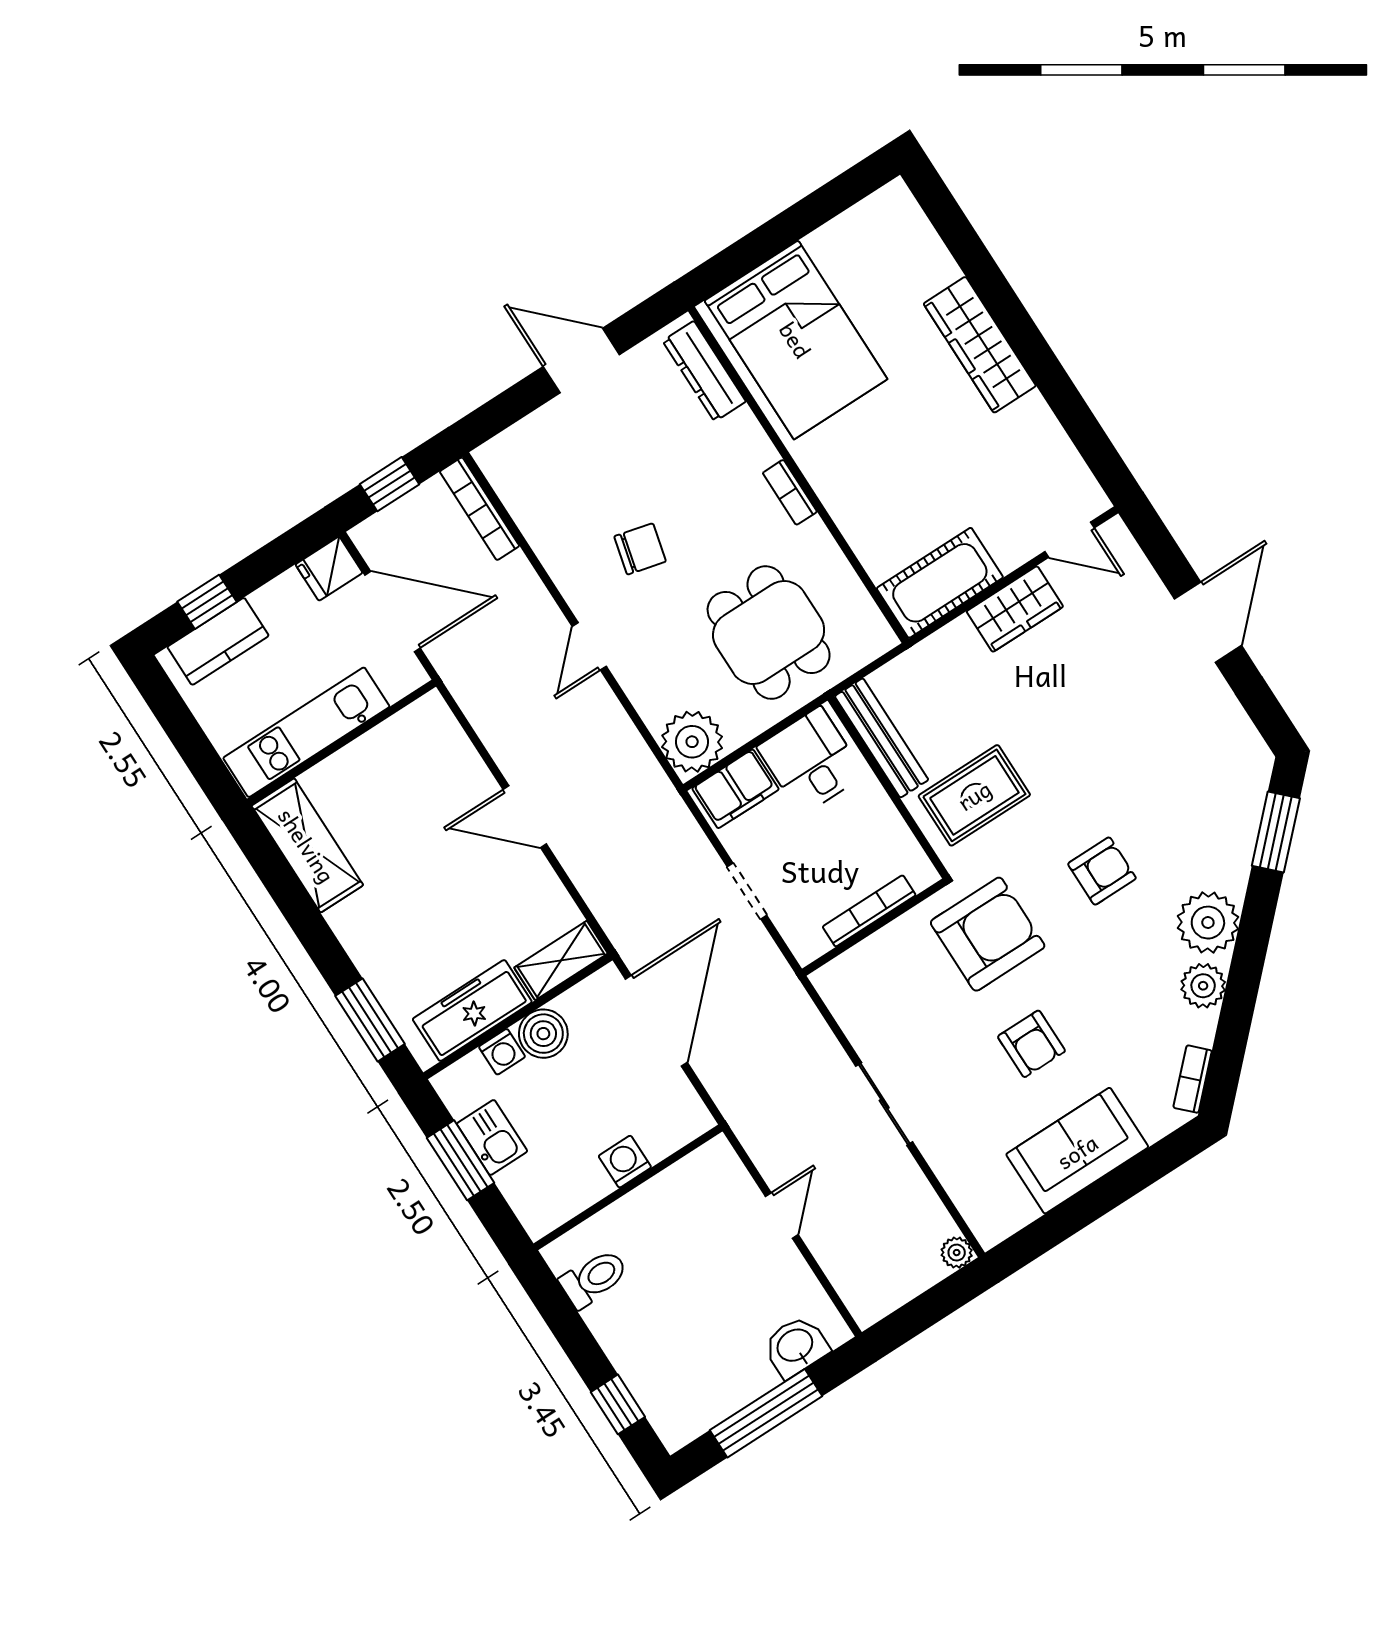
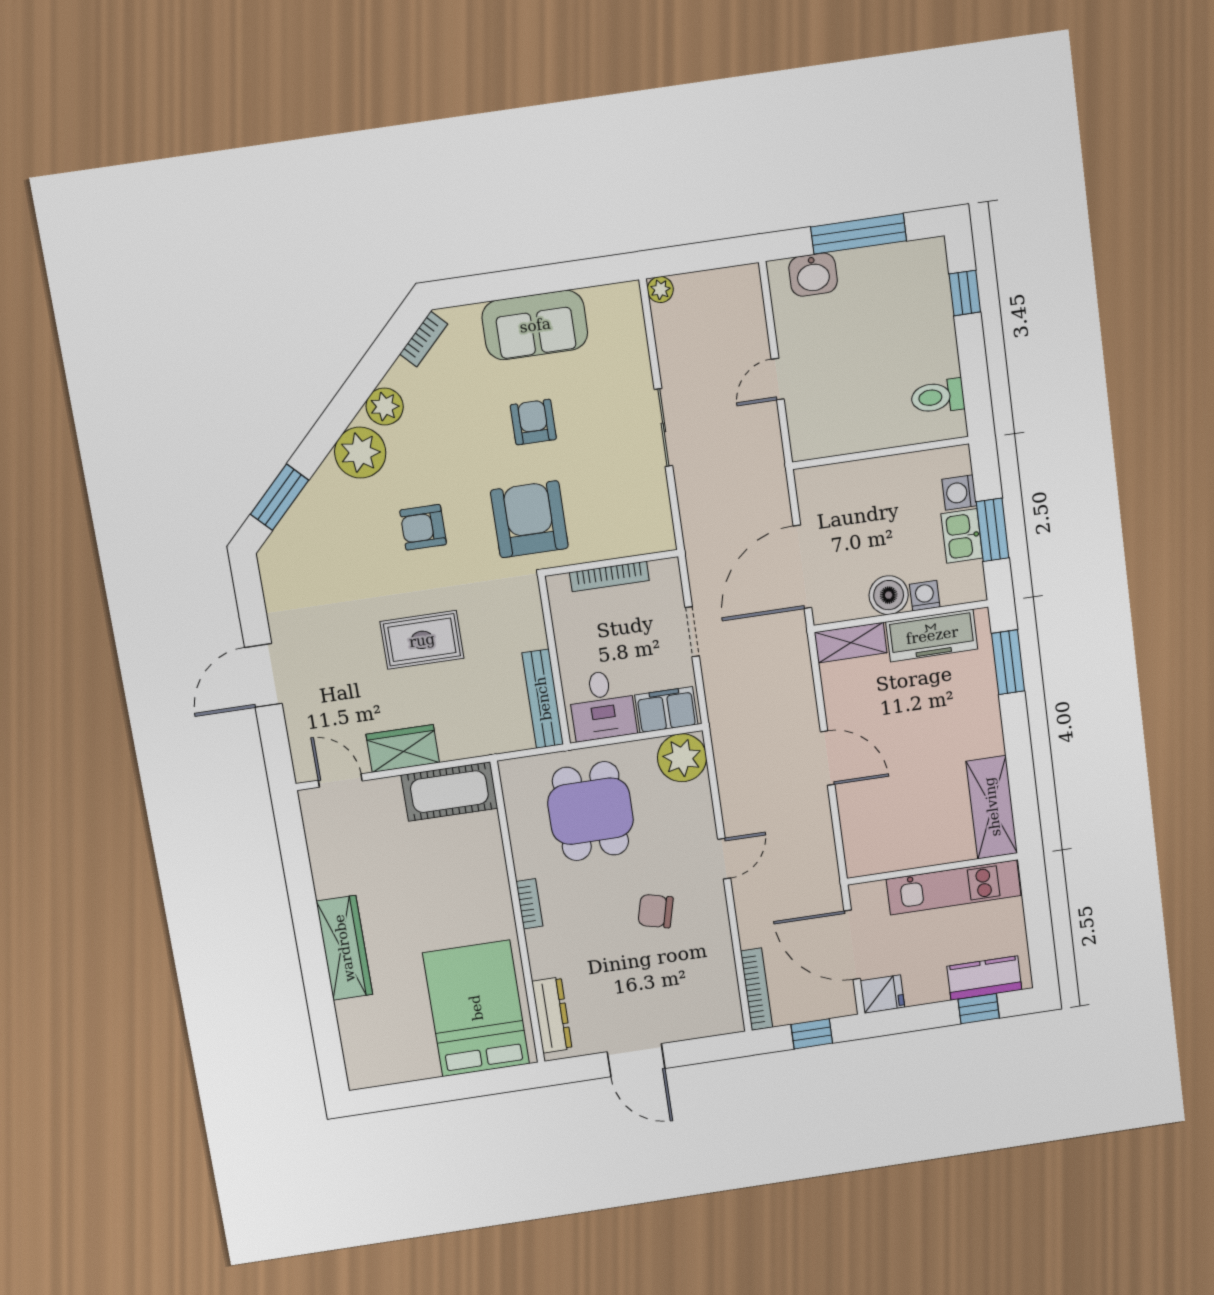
rug: (974, 795) -> (422, 640), moved
armchair: (988, 934) -> (529, 519), turned 90
washing machine: (625, 1162) -> (959, 493), moved, turned 90

